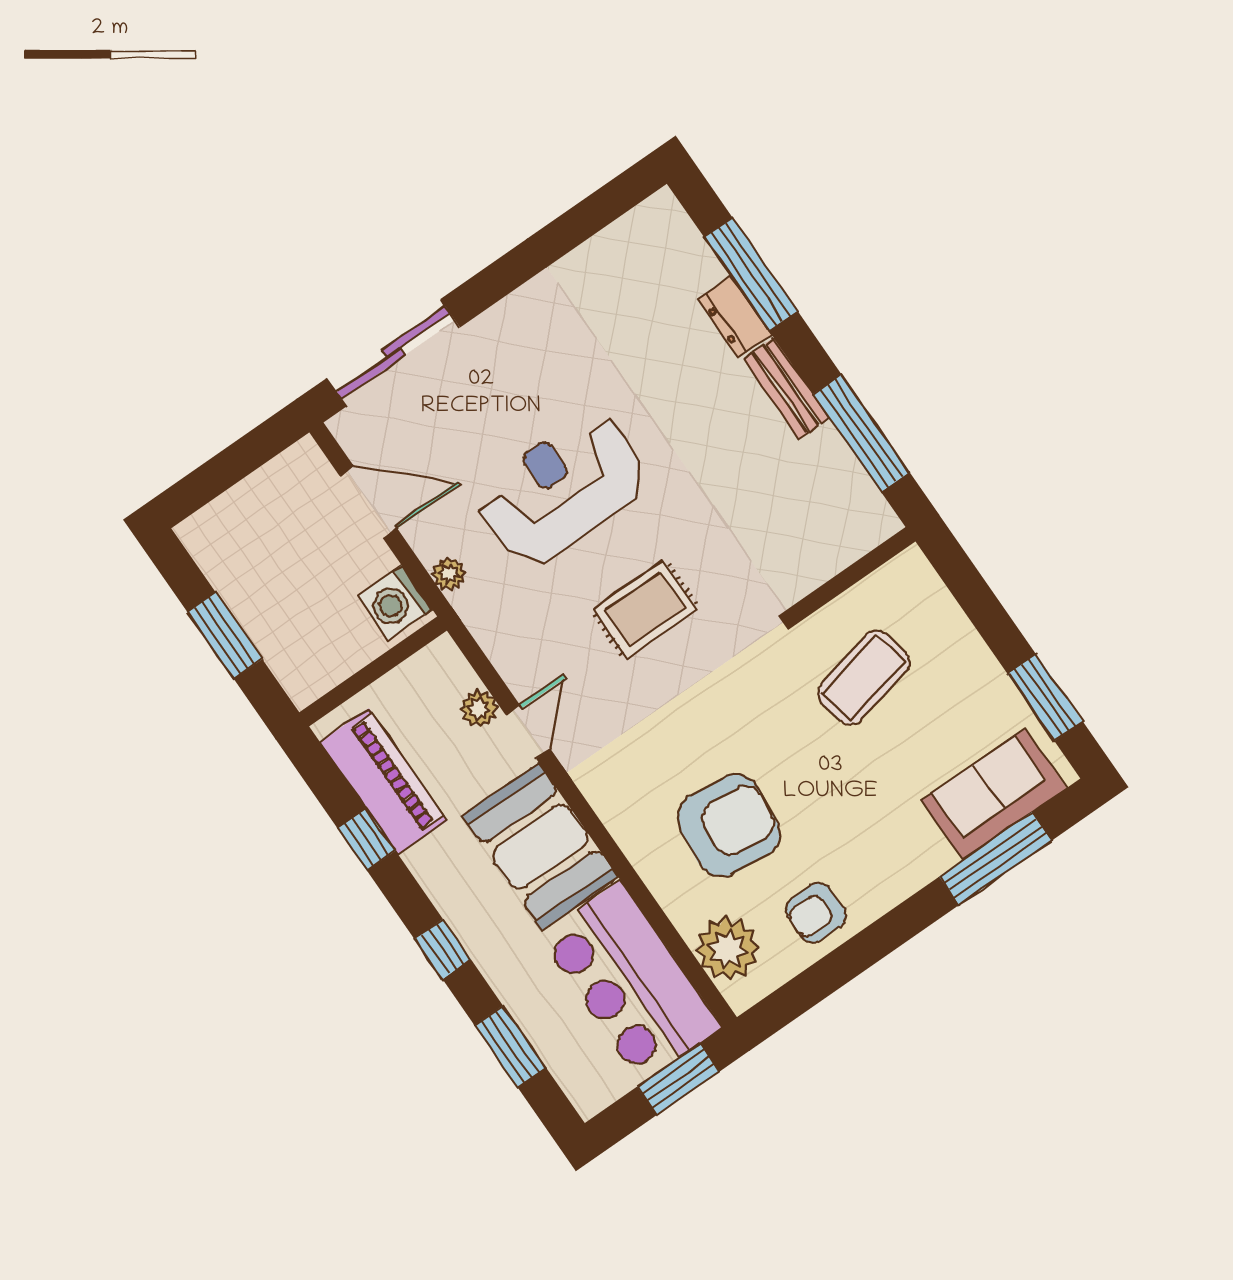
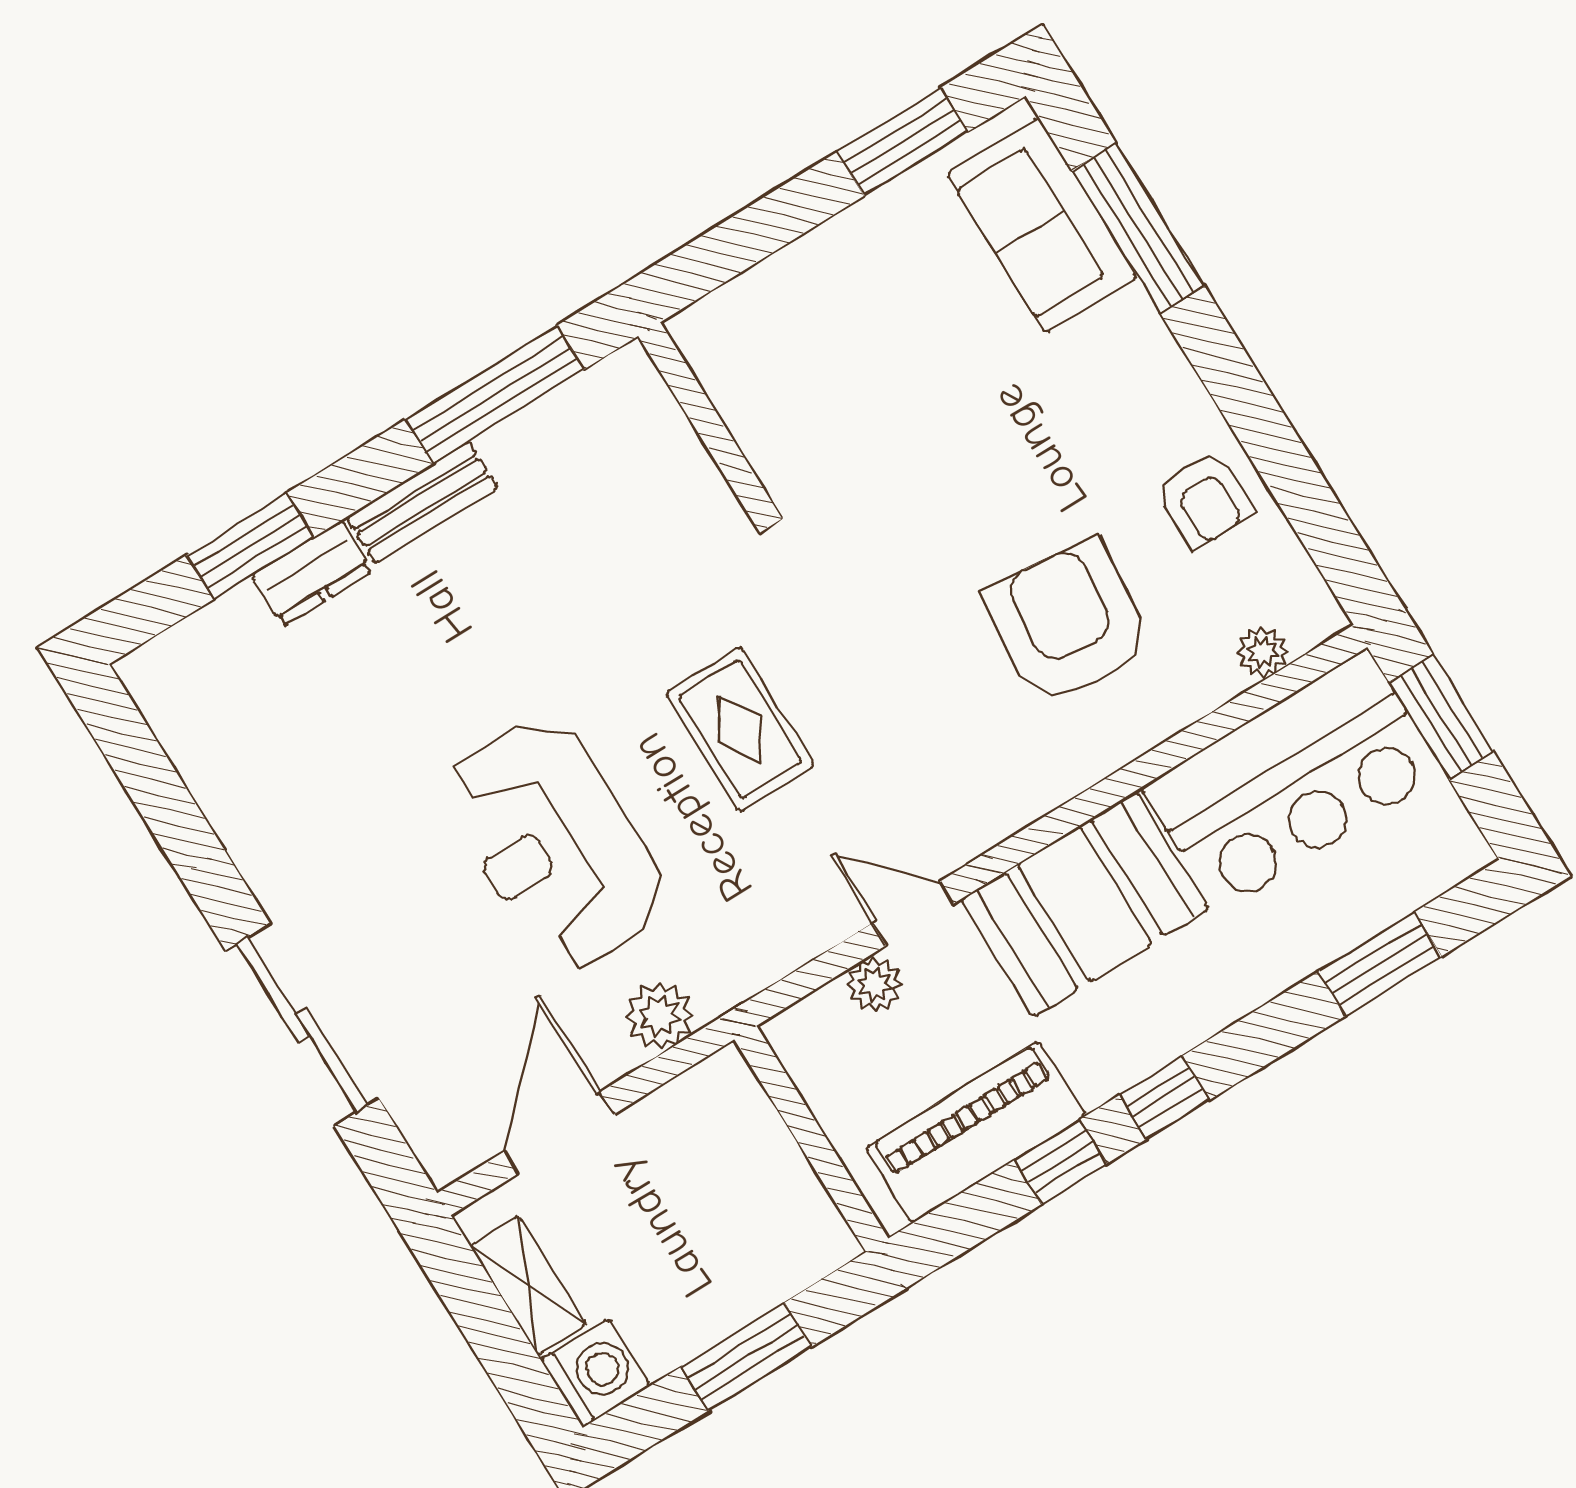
window: (751, 274) -> (250, 546), width x0.69
sliding door: (393, 353) -> (302, 1025), moved
shelving: (265, 487) -> (528, 1286), added
plant: (449, 574) -> (660, 1016), width x1.38, depth x1.38
washing machine: (395, 603) -> (596, 1373), moved, turned -90
coffee table: (864, 677) -> (858, 410), removed
window: (443, 949) -> (1164, 1098), moved
plant: (728, 949) -> (1263, 652), width x0.53, depth x0.53

